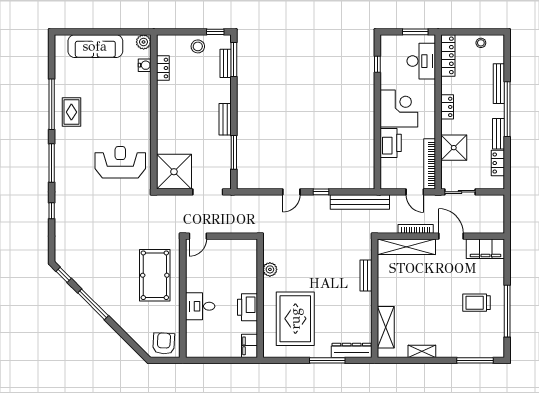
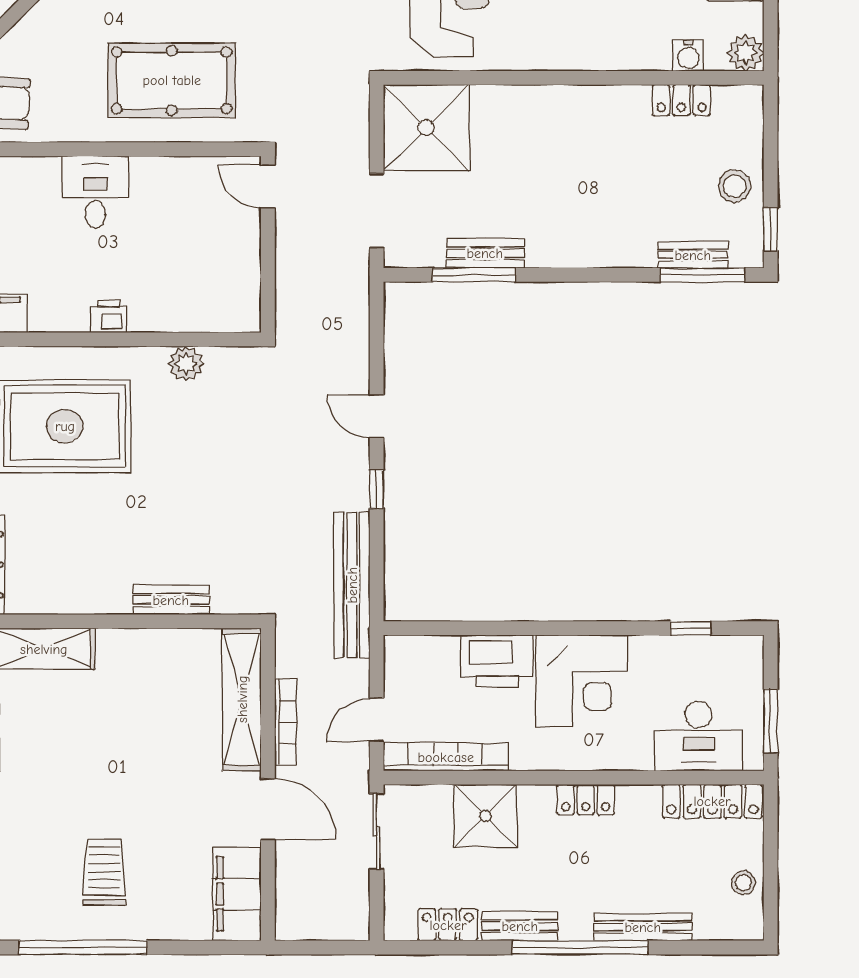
bench: (225, 119) -> (485, 253), moved
door: (451, 236) -> (268, 809), hinge flipped
printer: (248, 307) -> (108, 316), width x0.53, depth x0.68

